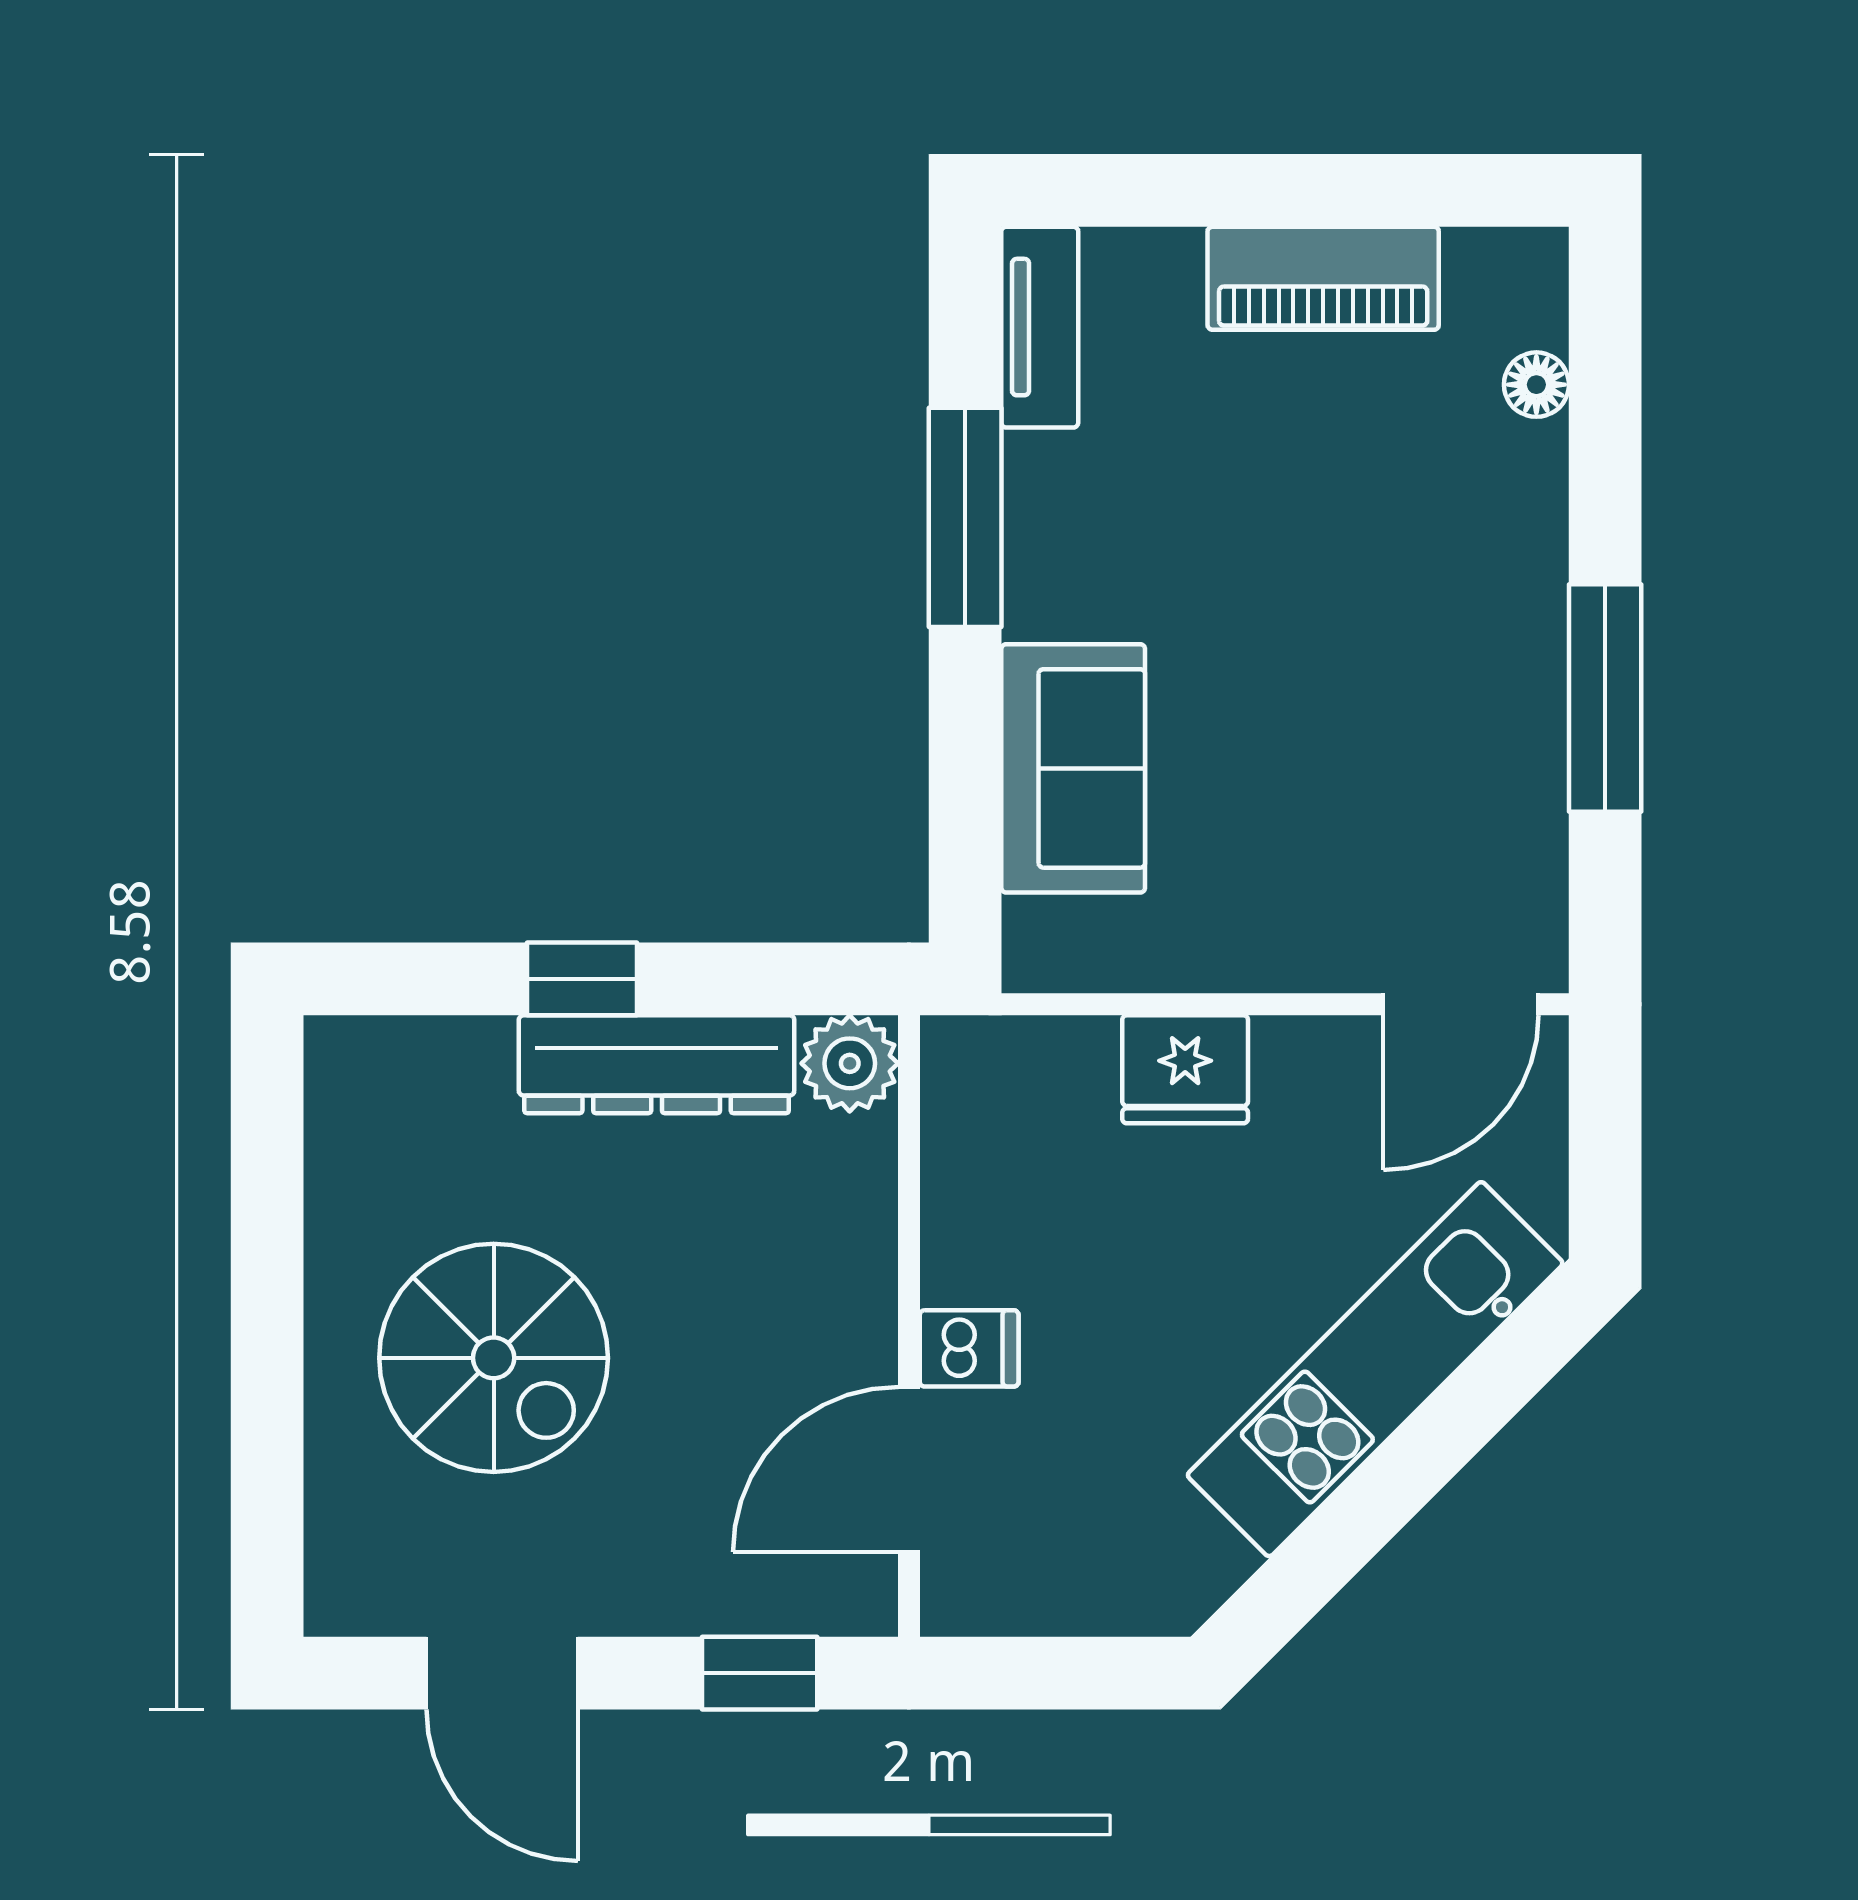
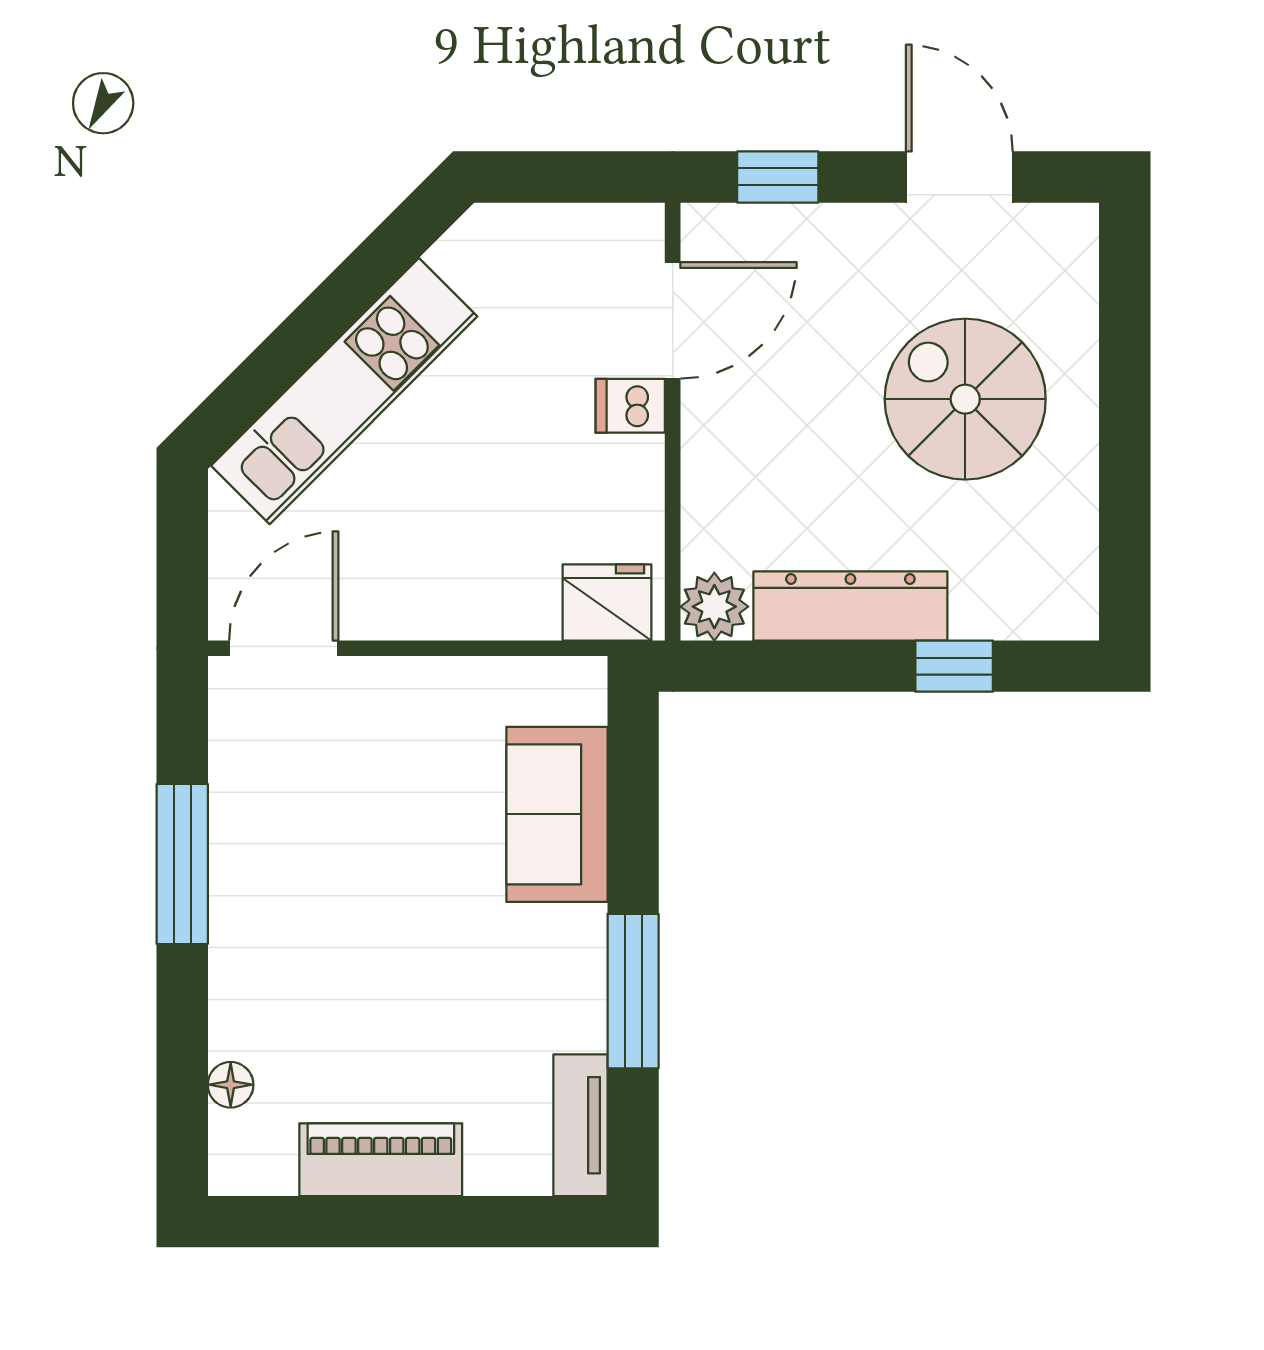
window: (582, 979) -> (954, 666), moved
fridge: (1185, 1069) -> (607, 602), moved

